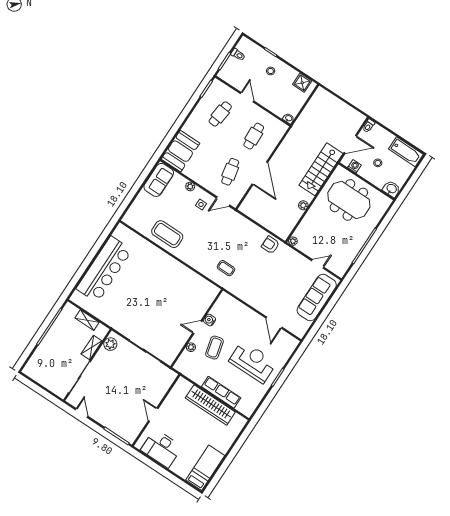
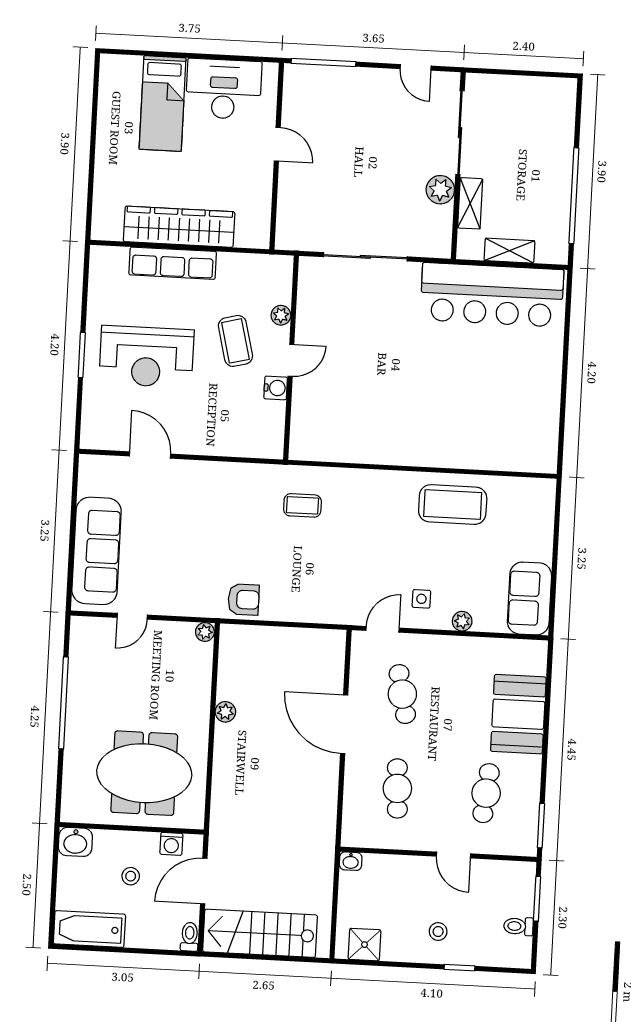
booth: (180, 151) -> (518, 714), moved
stairs: (321, 169) -> (260, 933), moved, turned -90
bar counter: (104, 269) -> (492, 295), moved, turned -90
plant: (110, 344) -> (440, 190), moved
bed: (205, 468) -> (163, 104), moved

